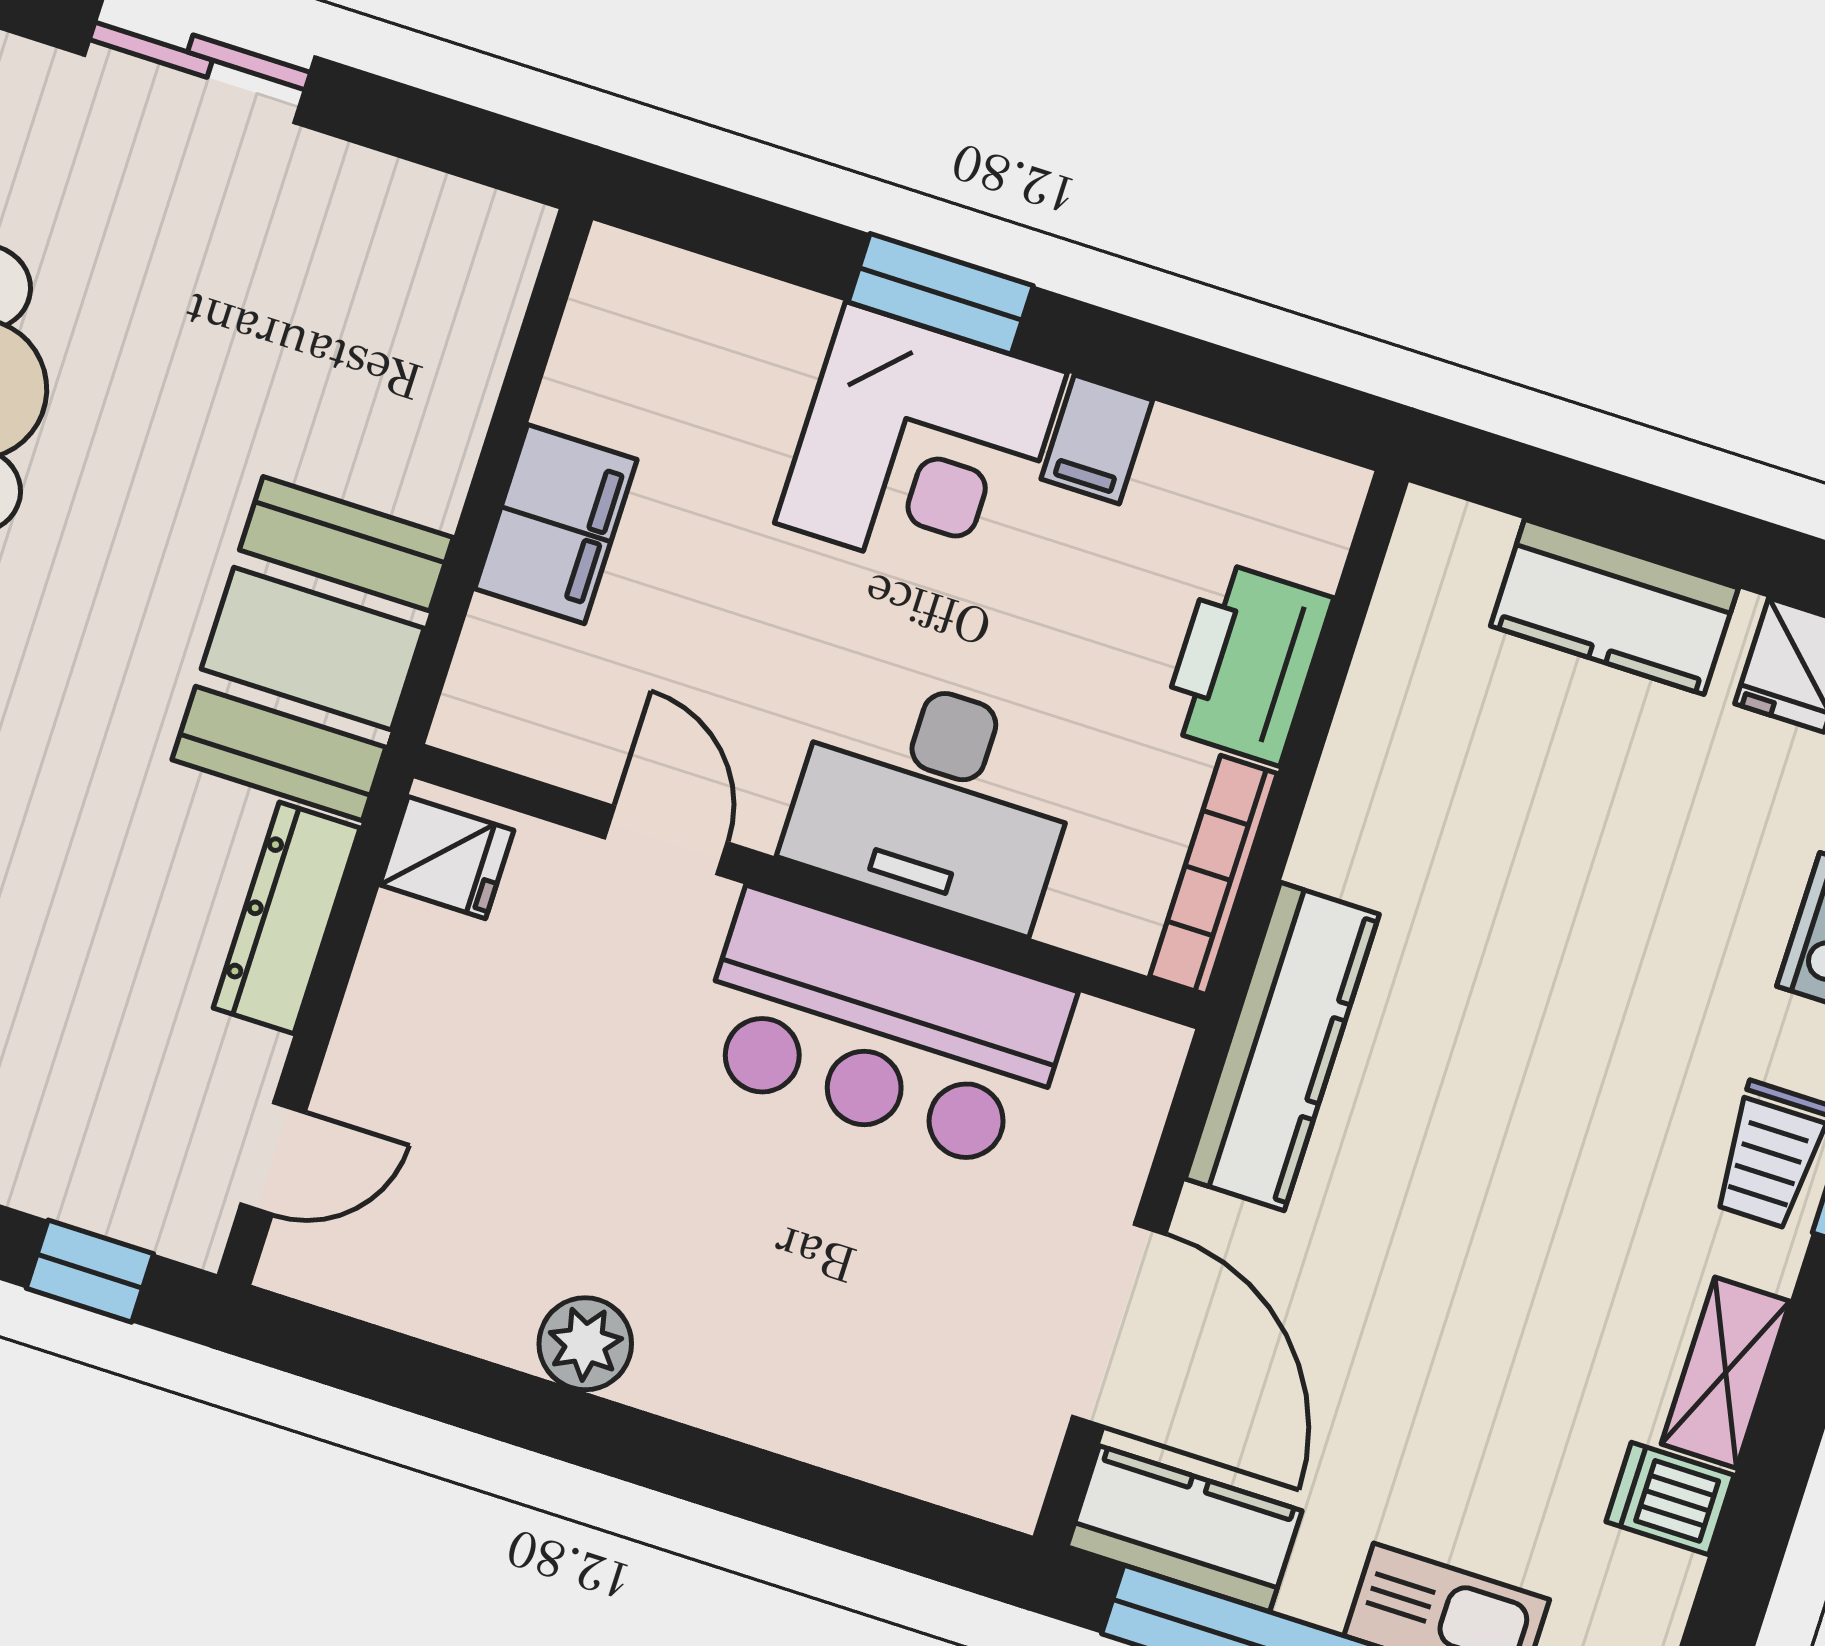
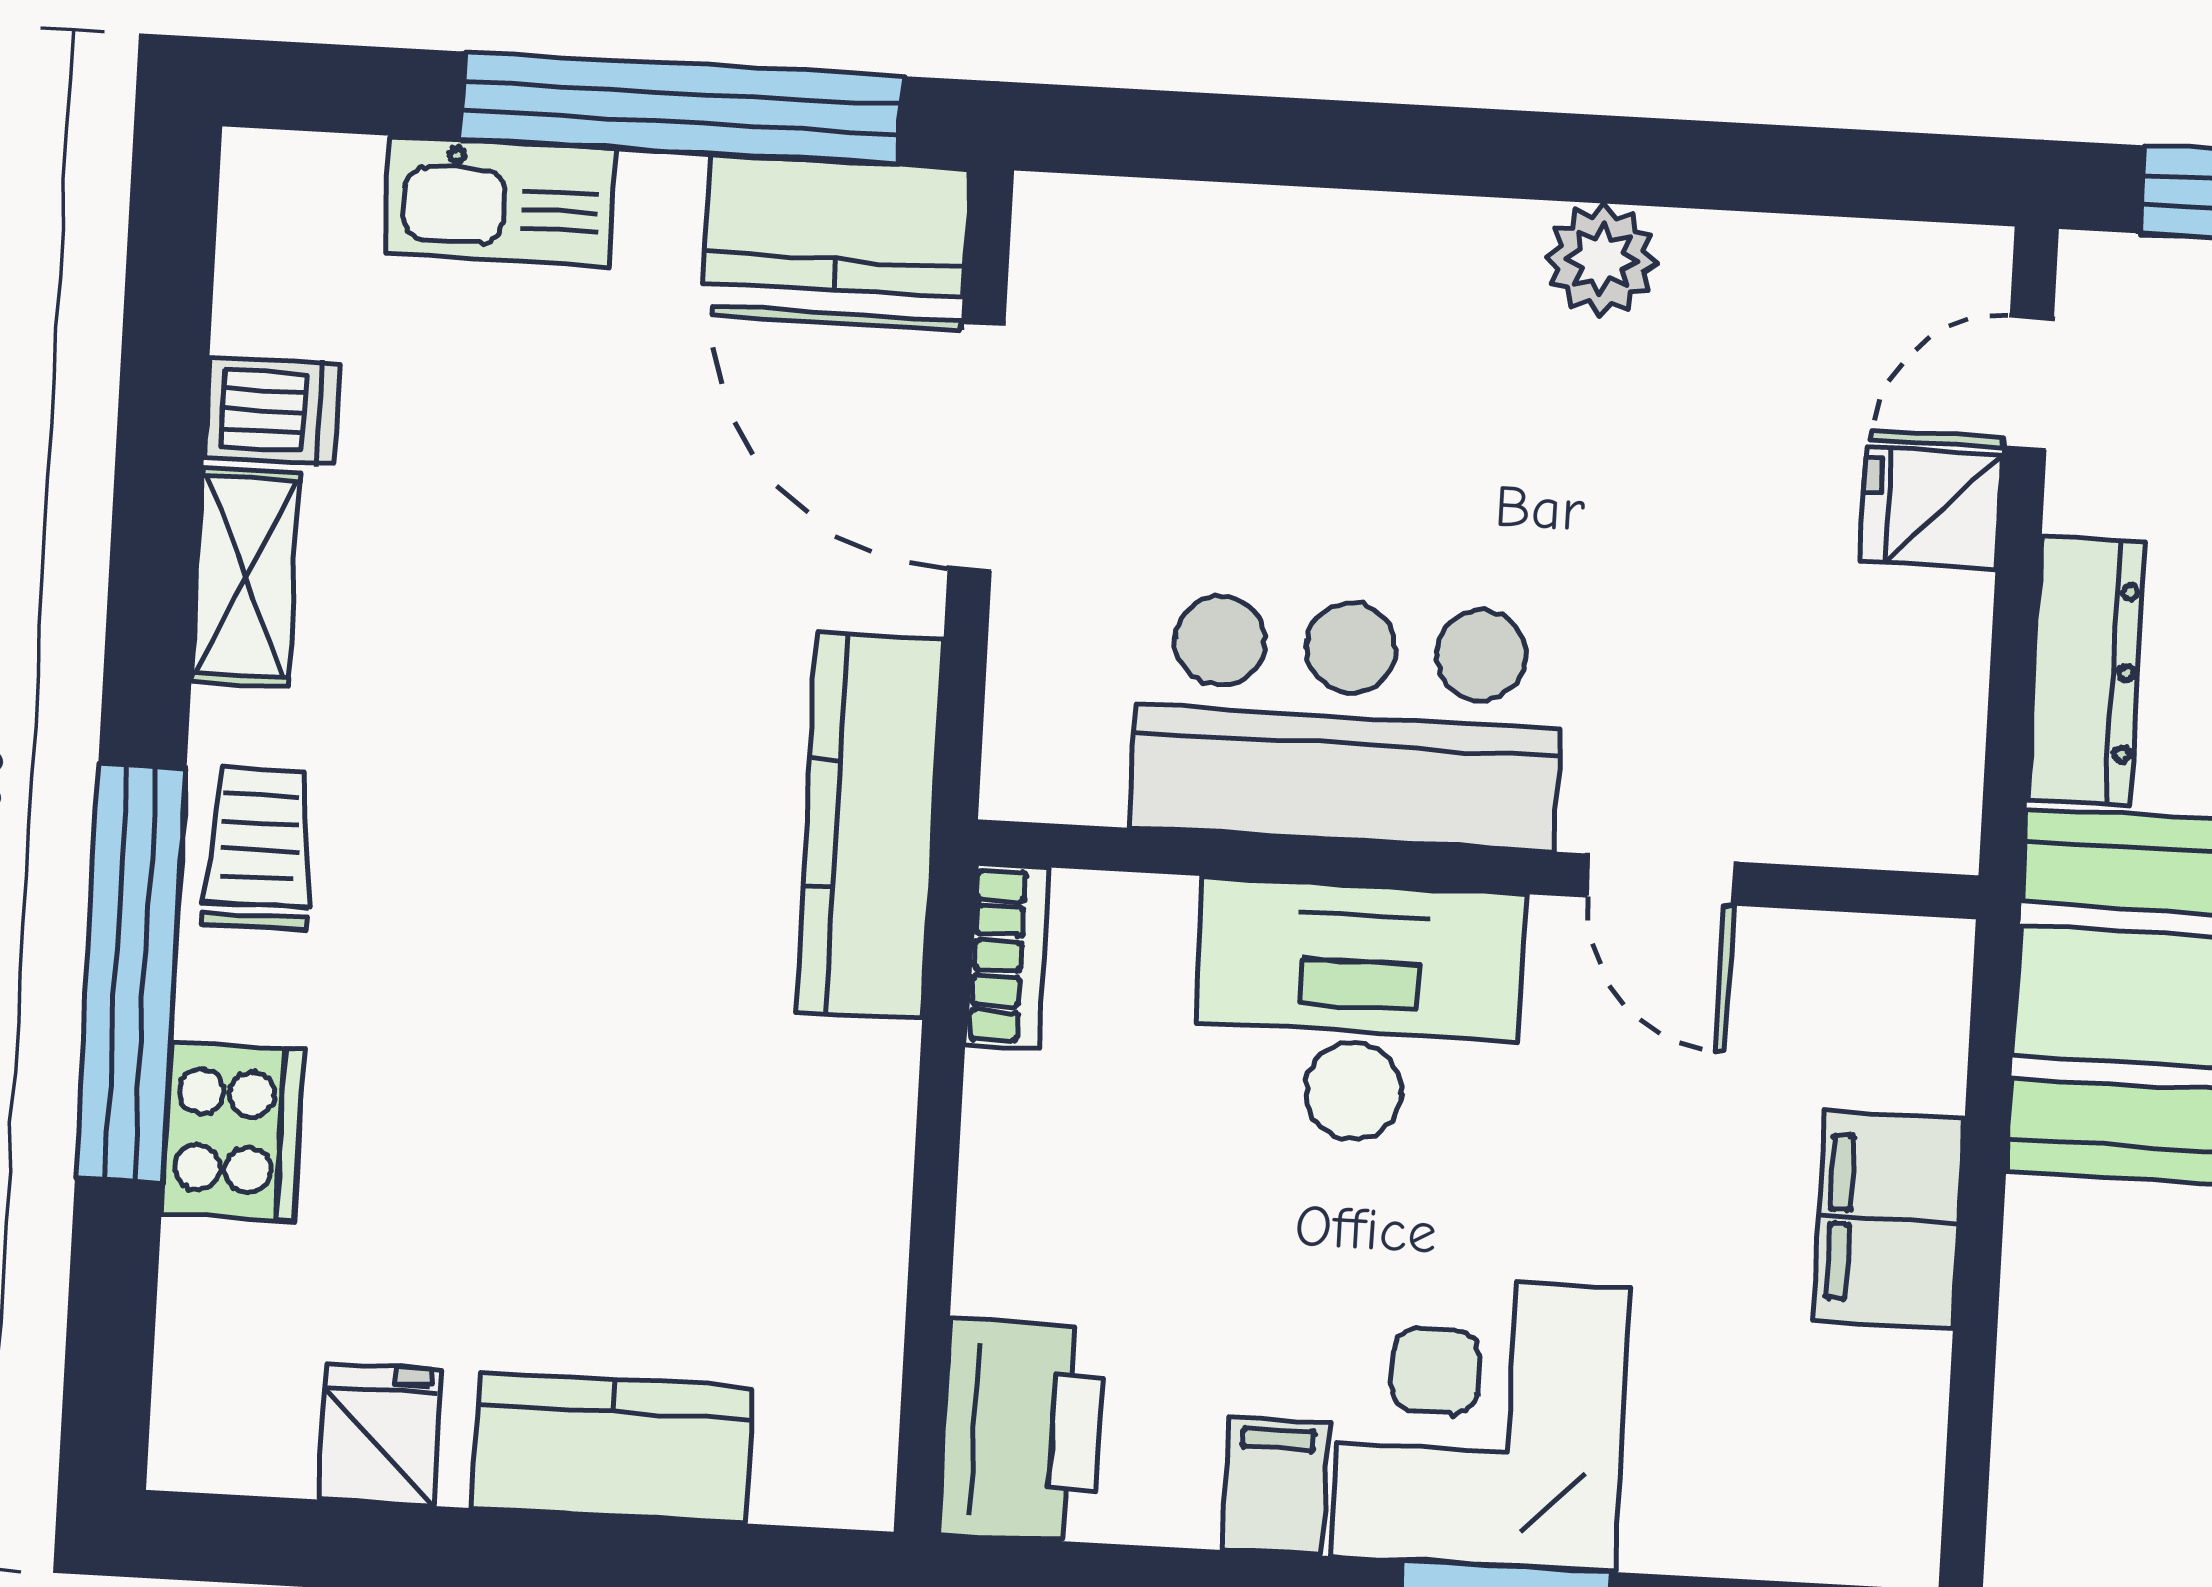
printer: (1246, 663) -> (1021, 1430), moved
fridge: (447, 858) -> (1931, 508), moved
bookcase: (1214, 875) -> (1006, 956), width x0.64

